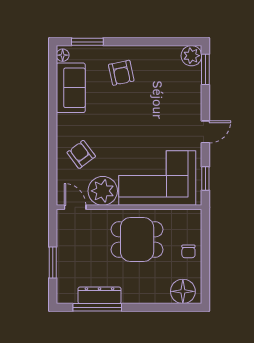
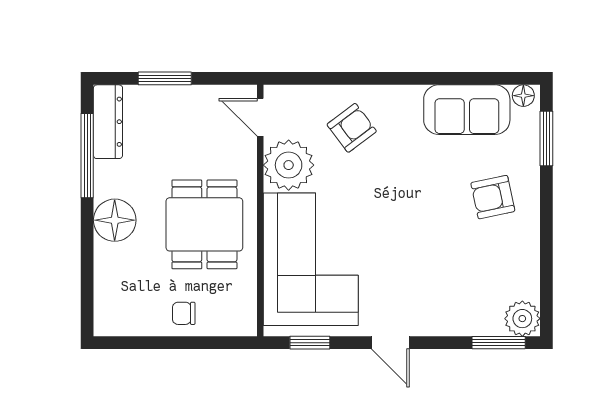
door: (75, 207) -> (260, 117), swing flipped
floor lamp: (183, 291) -> (115, 220), moved
dresser: (100, 295) -> (108, 122), moved

